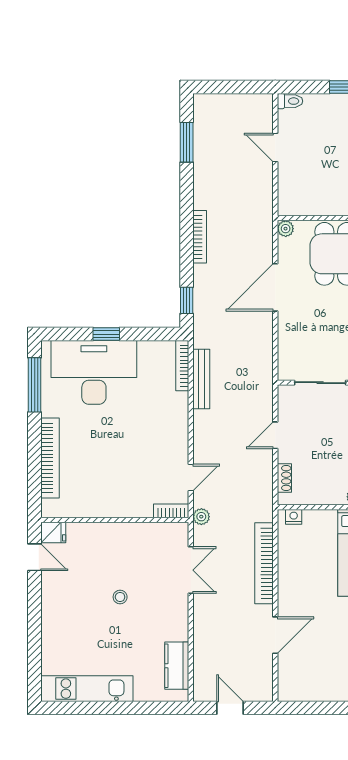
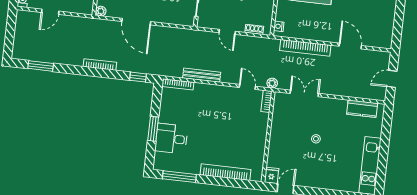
window: (106, 334) -> (153, 129), width x1.50
desk: (94, 372) -> (171, 139), width x0.53, depth x0.77
bench: (201, 379) -> (202, 75), moved

